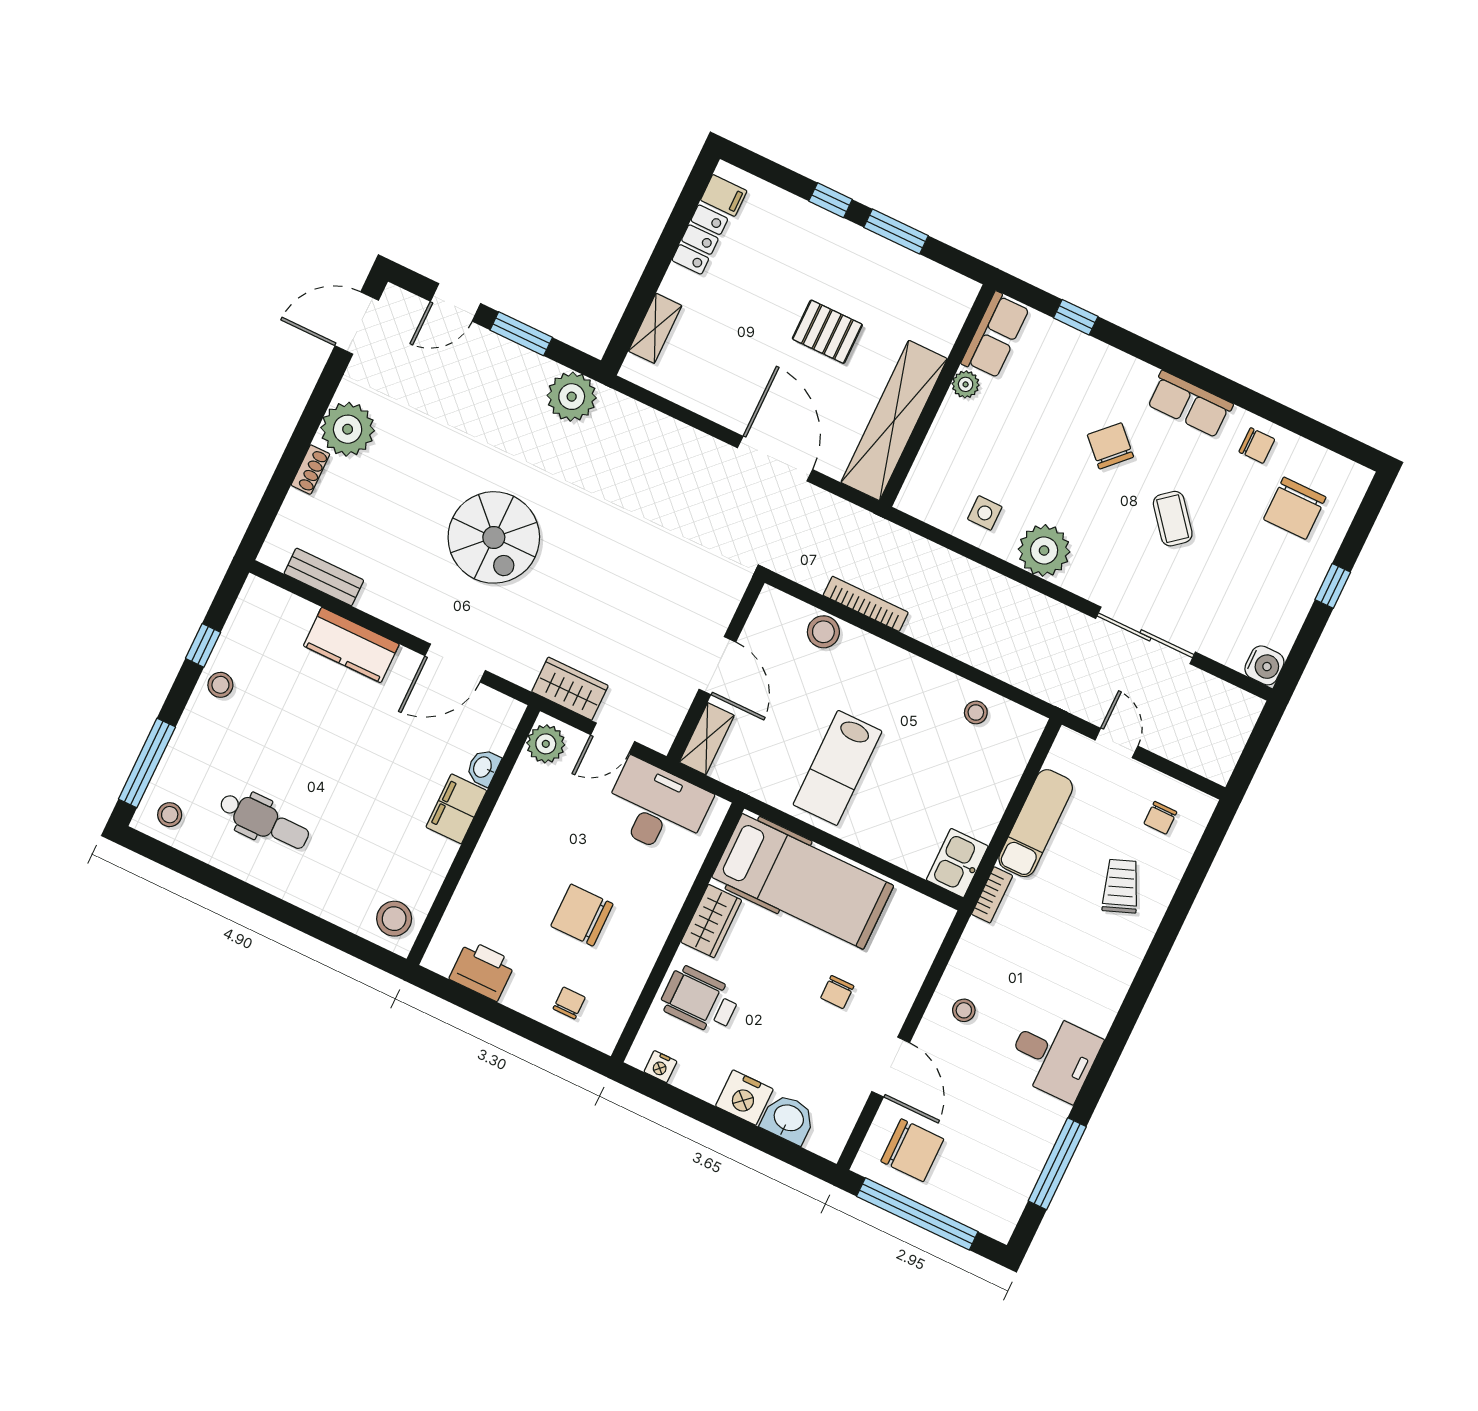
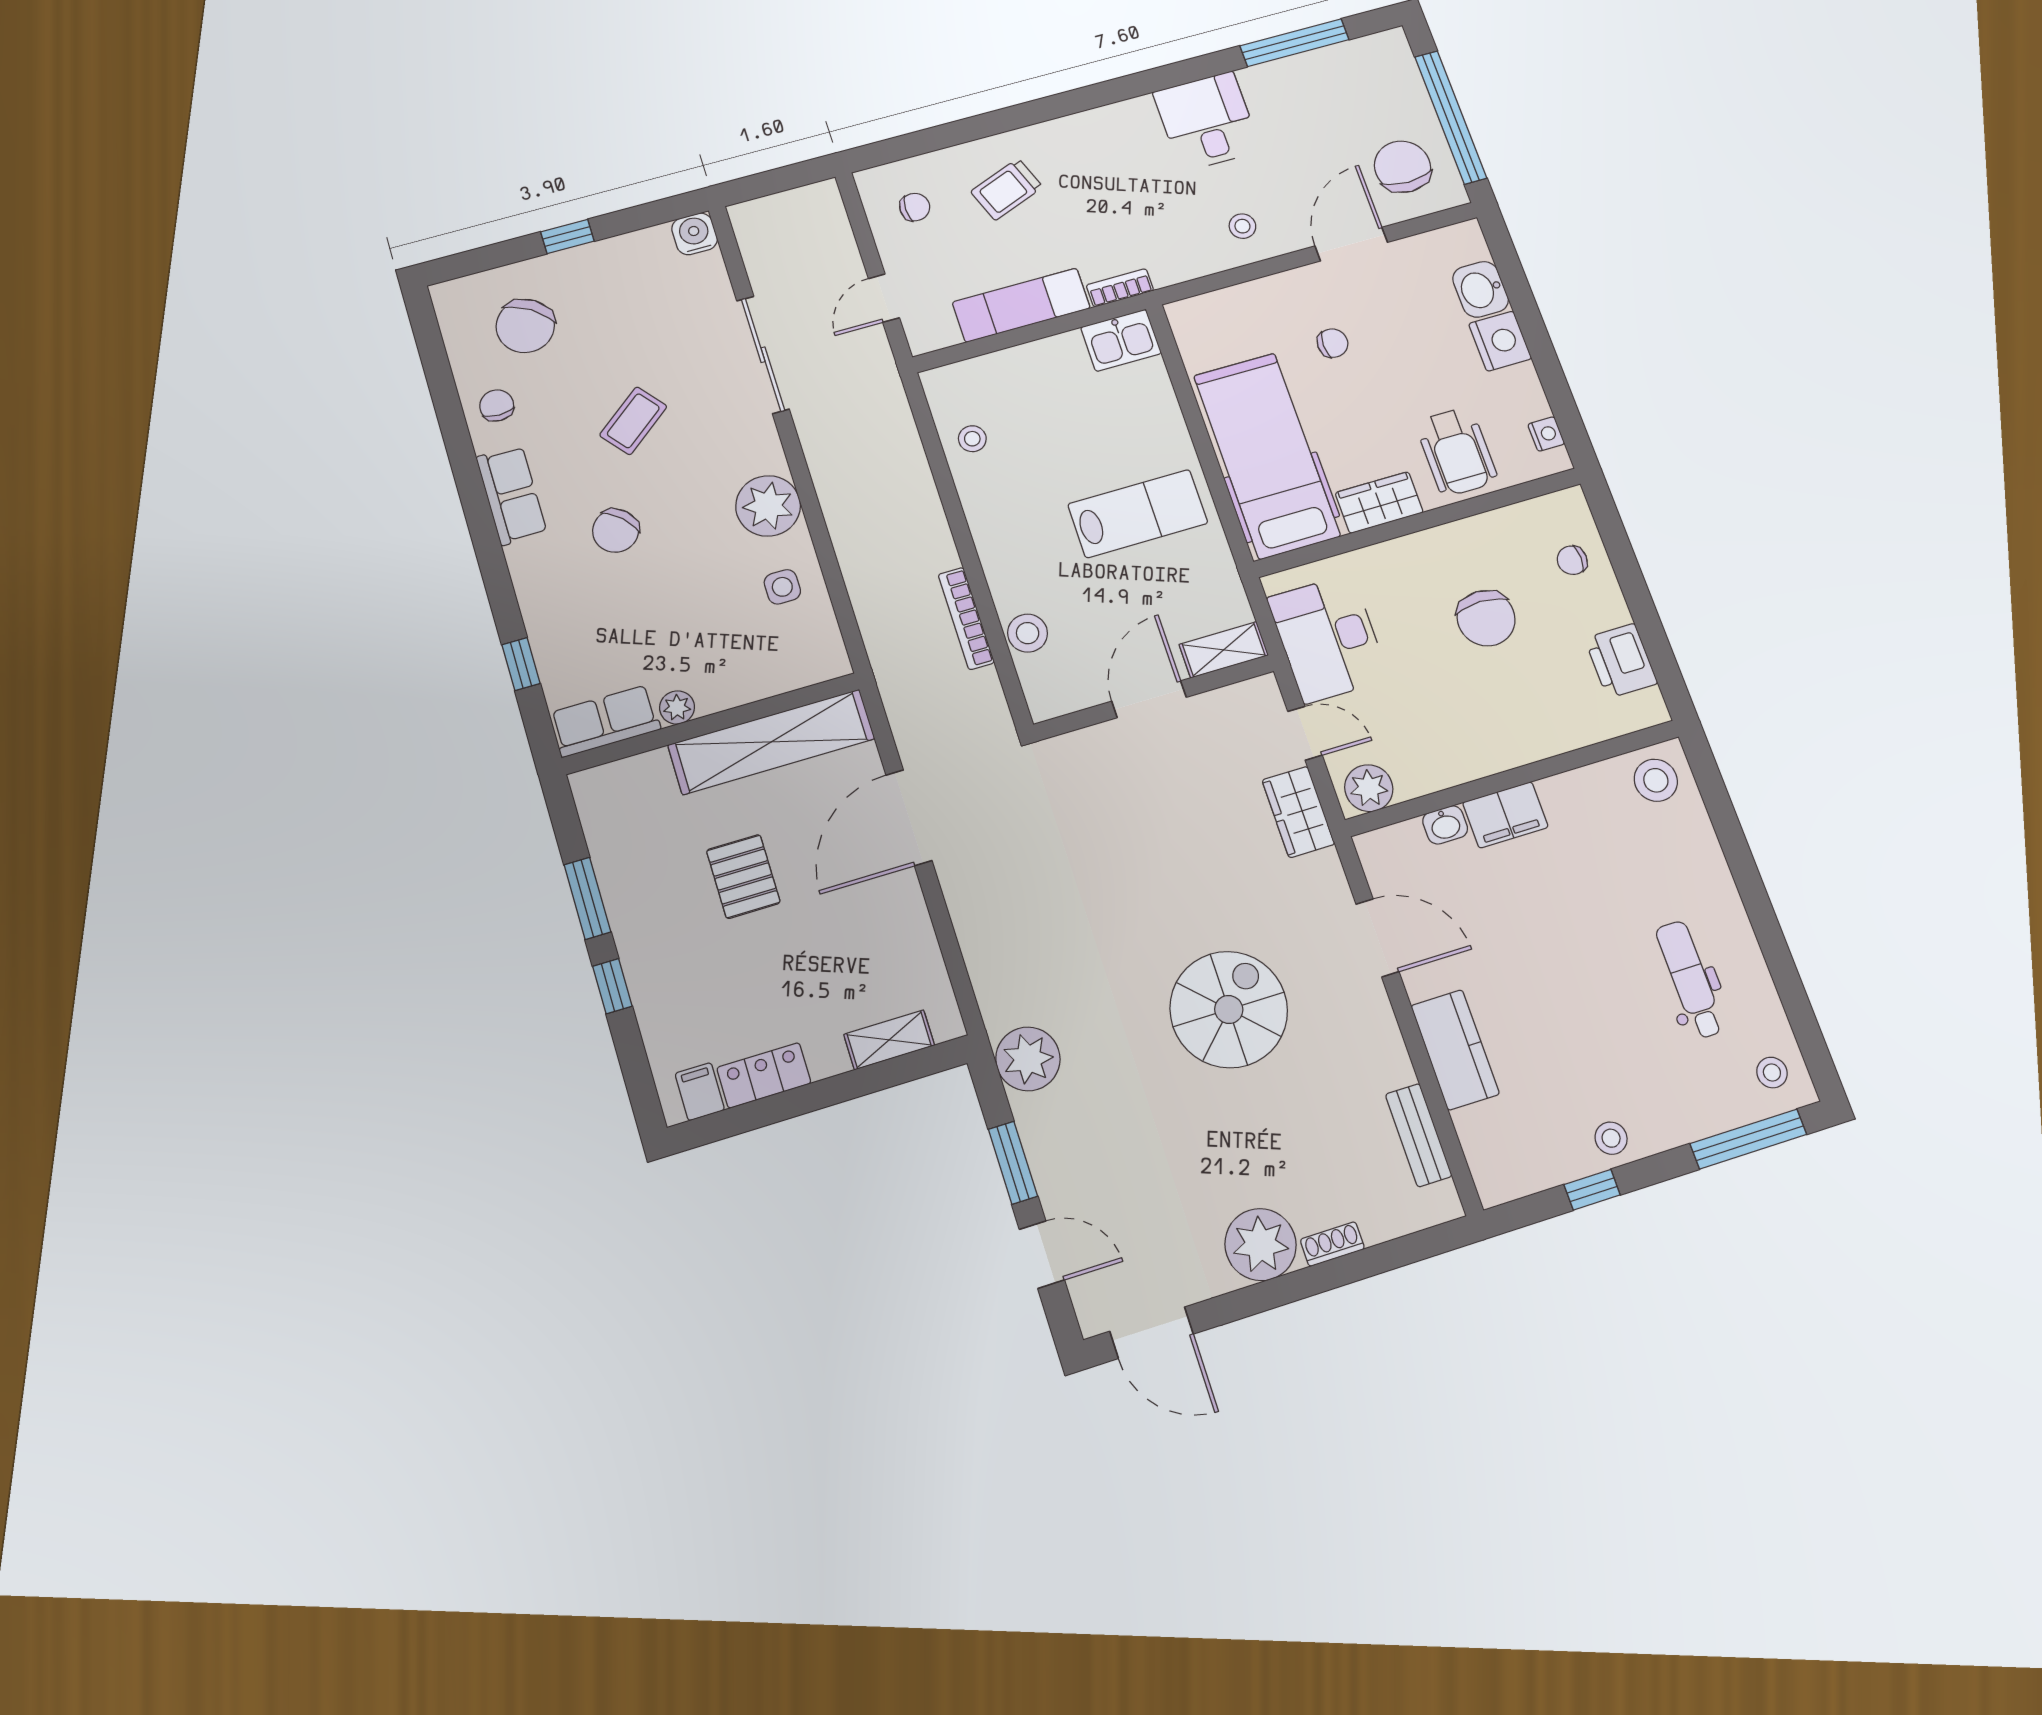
chair: (1295, 508) -> (525, 326), turned 124

